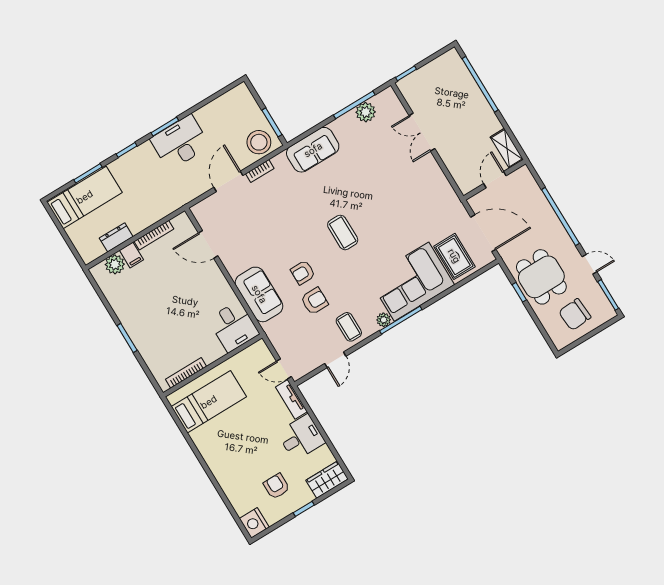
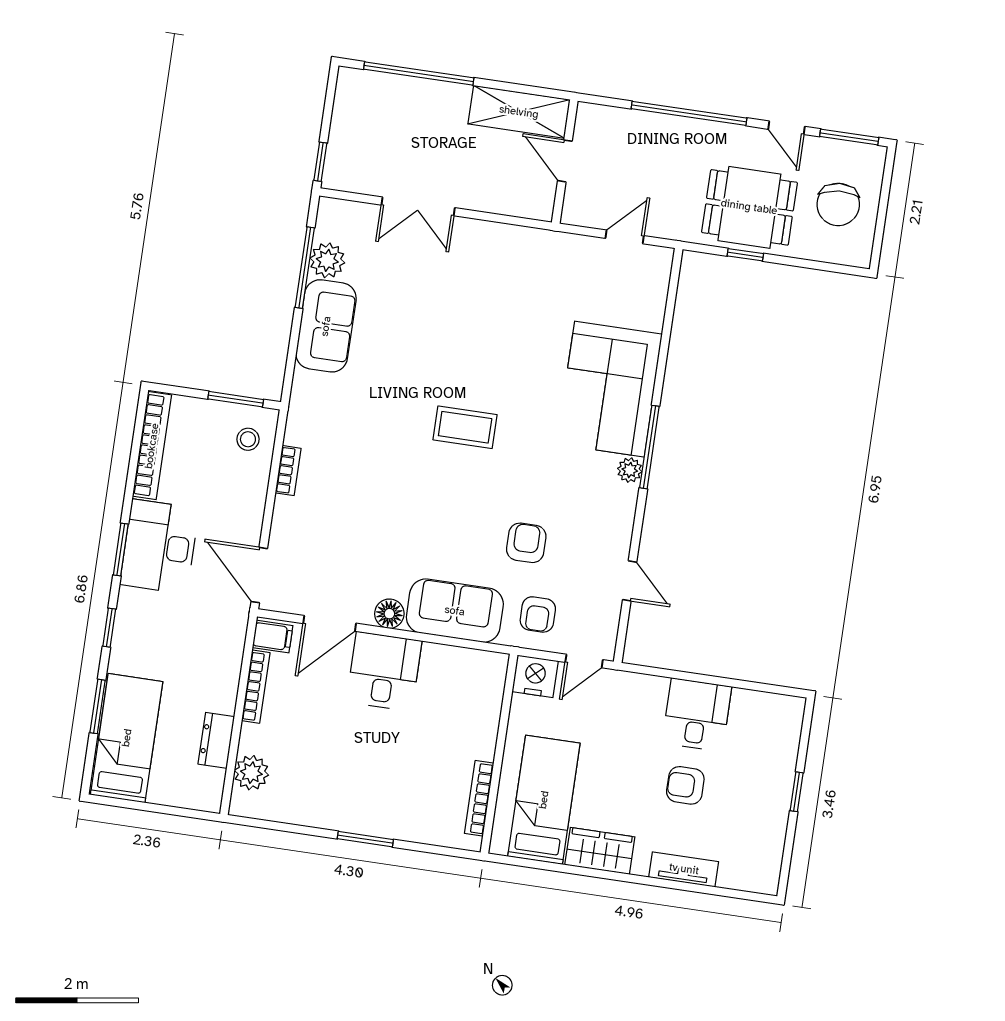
bookcase: (221, 103) -> (152, 446), added
stool: (259, 142) -> (248, 439), width x0.53, depth x0.53
shelving: (507, 148) -> (519, 112), width x1.50, depth x1.33
sofa: (313, 150) -> (326, 326), moved
door: (228, 181) -> (259, 575), moved
door: (483, 233) -> (625, 237), width x0.53
filing cabinet: (131, 255) -> (273, 637), moved
rug: (454, 256) -> (624, 303), removed
door: (589, 264) -> (787, 128), swing flipped
floor lamp: (234, 267) -> (389, 614), added
armchair: (303, 273) -> (538, 614), moved
desk: (234, 326) -> (384, 671), moved, turned -90
coffee table: (349, 327) -> (600, 525), removed
tv unit: (291, 399) -> (684, 869), moved, turned 180
wardrobe: (327, 480) -> (600, 851), moved, turned 90
armchair: (276, 486) -> (685, 785), moved
nightstand: (254, 523) -> (535, 676), moved, turned 180

